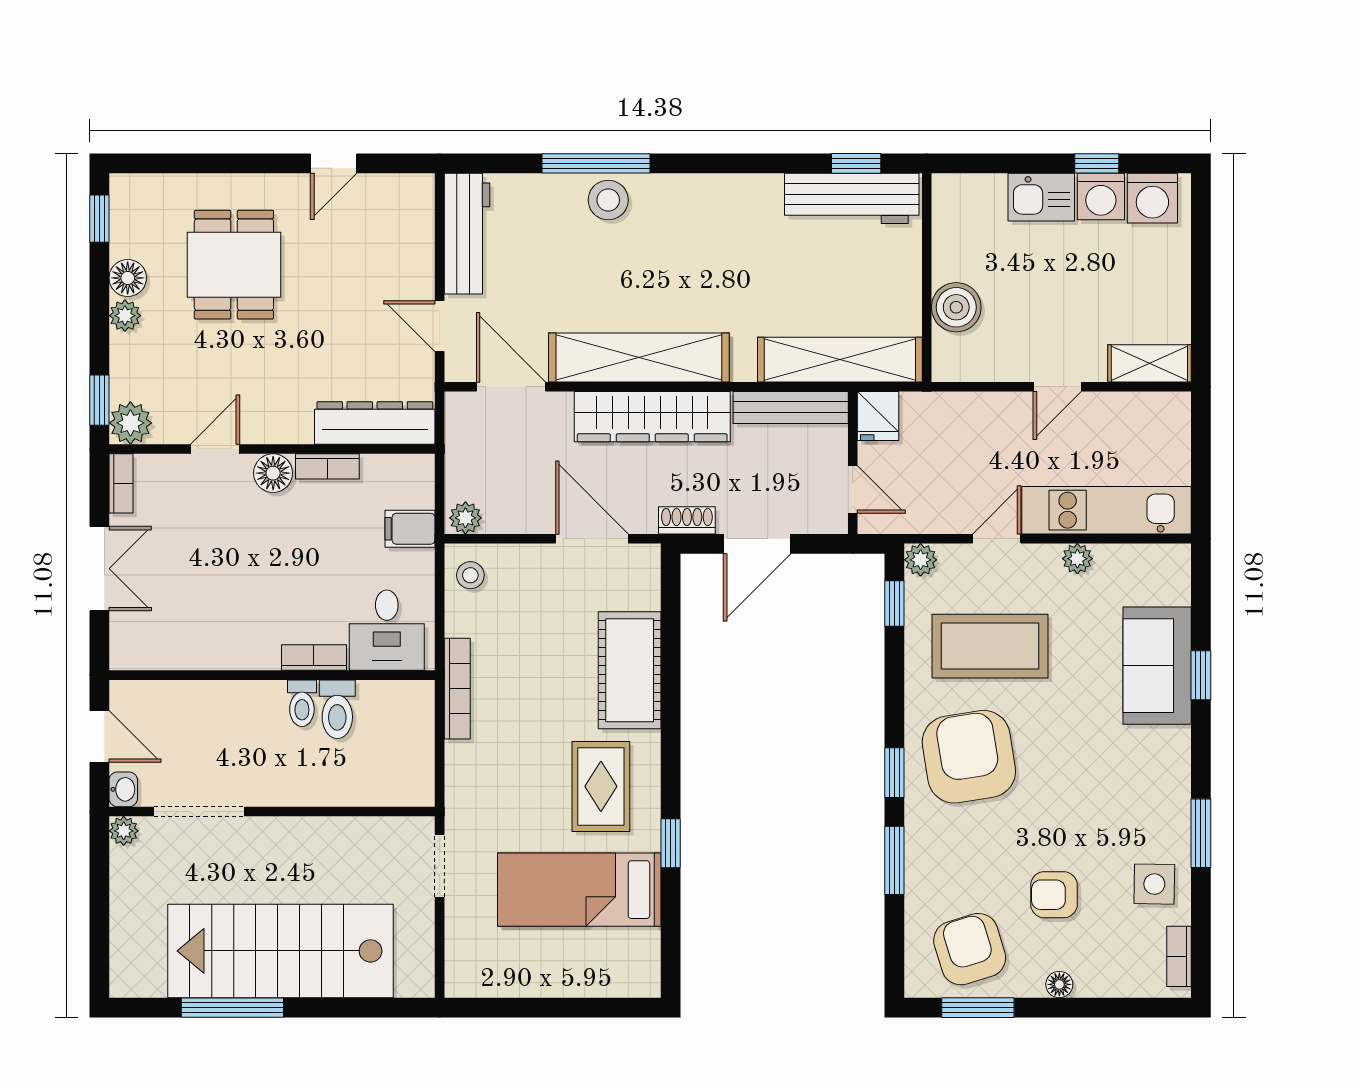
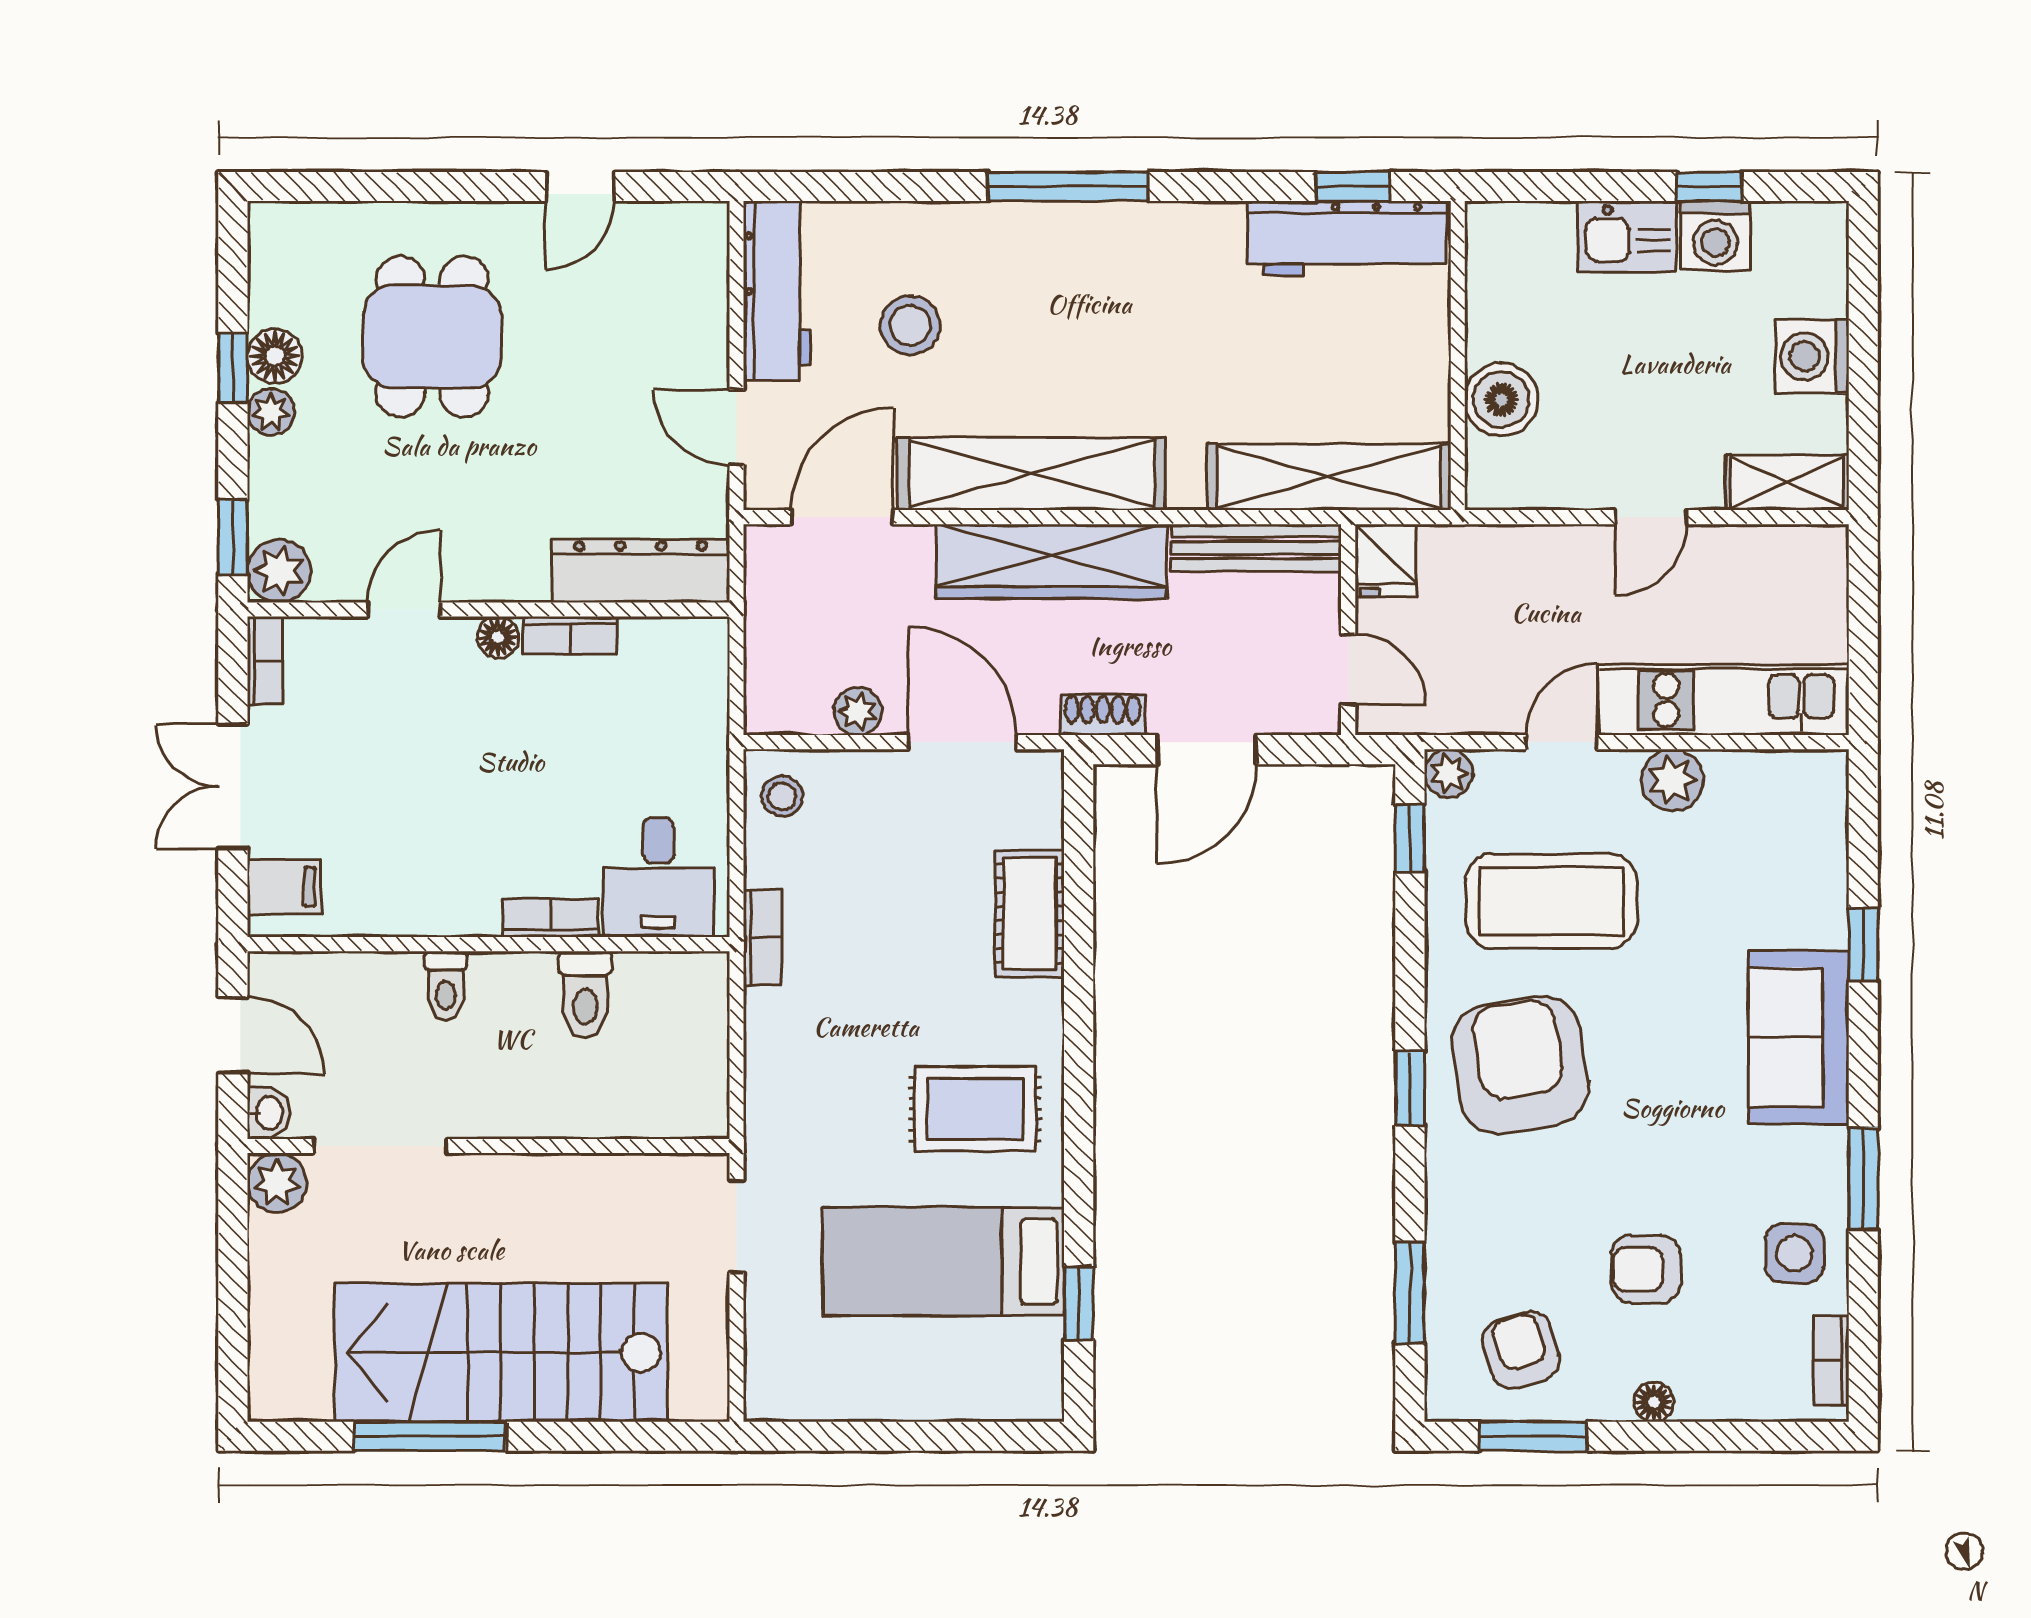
window: (596, 163) -> (1068, 187), moved
washing machine: (1152, 198) -> (1812, 356), moved, turned 90
stool: (608, 200) -> (910, 325), moved
window: (99, 219) -> (233, 368), moved
door: (511, 387) -> (842, 517), hinge flipped
floor lamp: (273, 473) -> (498, 637), width x0.73, depth x0.73
plant: (465, 518) -> (858, 711), moved
filing cabinet: (410, 529) -> (284, 887), moved, turned 180
plant: (1077, 559) -> (1672, 780), width x1.38, depth x1.38
double door: (99, 569) -> (233, 787), swing flipped
sofa: (1157, 666) -> (1799, 1037), moved
cot: (630, 670) -> (1030, 913), width x0.73, depth x0.75
bookcase: (457, 689) -> (763, 937), width x0.64
toilet: (302, 703) -> (446, 986), moved
rug: (601, 786) -> (975, 1109), turned 90
plant: (124, 831) -> (277, 1183), width x1.38, depth x1.38
window: (671, 843) -> (1079, 1303), moved
window: (894, 860) -> (1410, 1293), moved
armchair: (970, 949) -> (1521, 1350), width x0.72, depth x0.72

